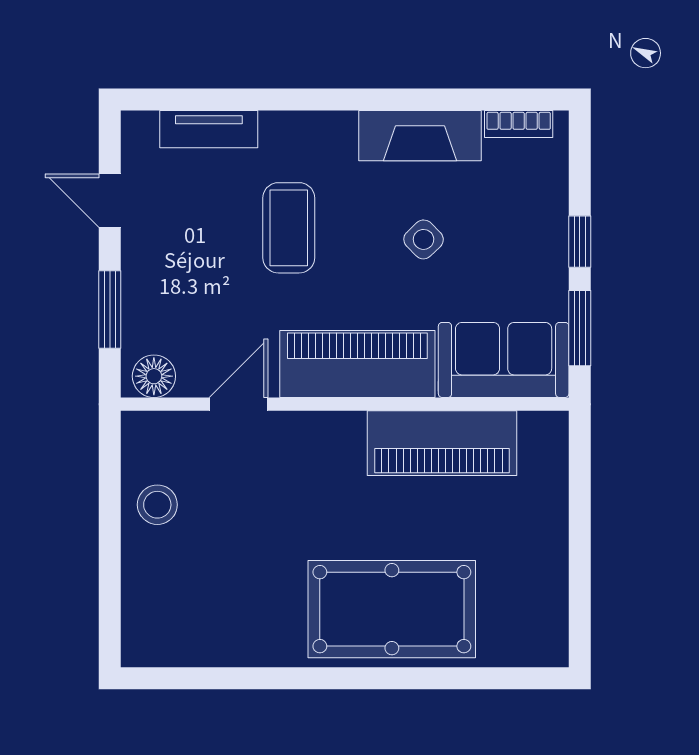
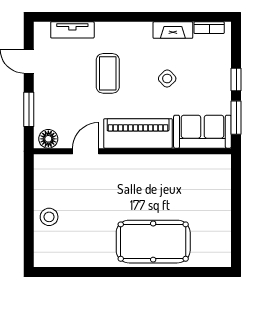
fireplace: (420, 136) -> (173, 30), width x0.73, depth x0.76
piano: (442, 443) -> (175, 168), removed
stool: (157, 505) -> (49, 217), moved

